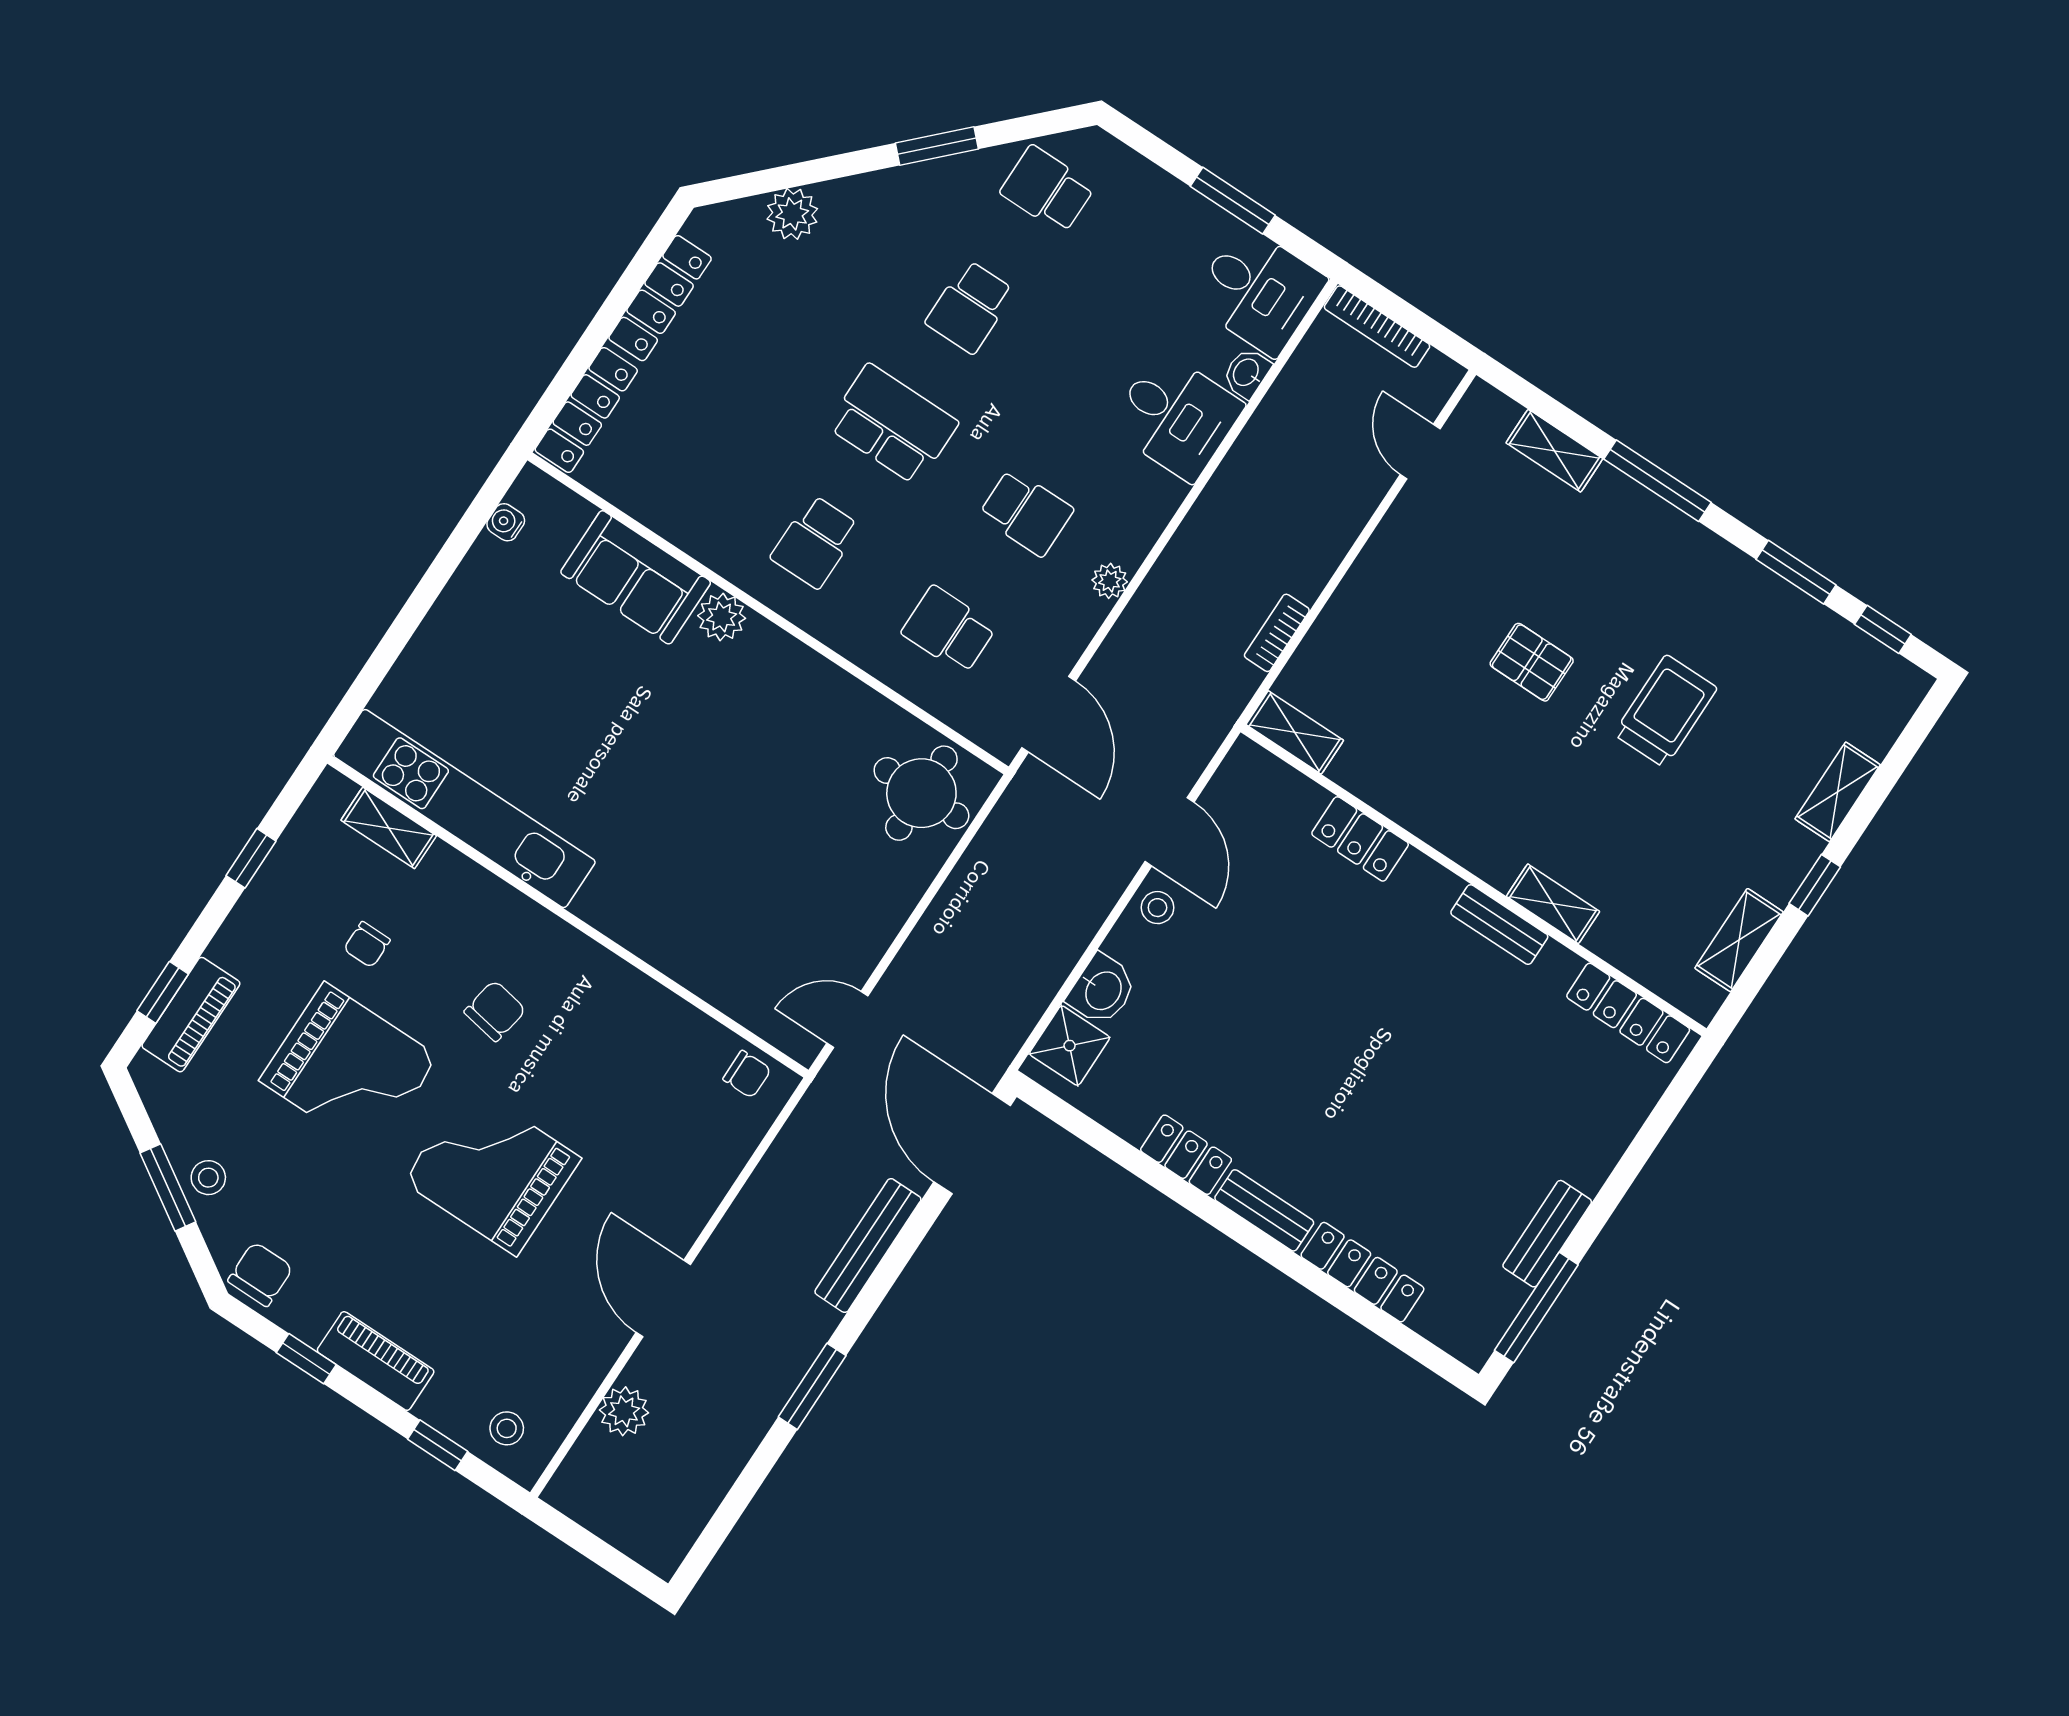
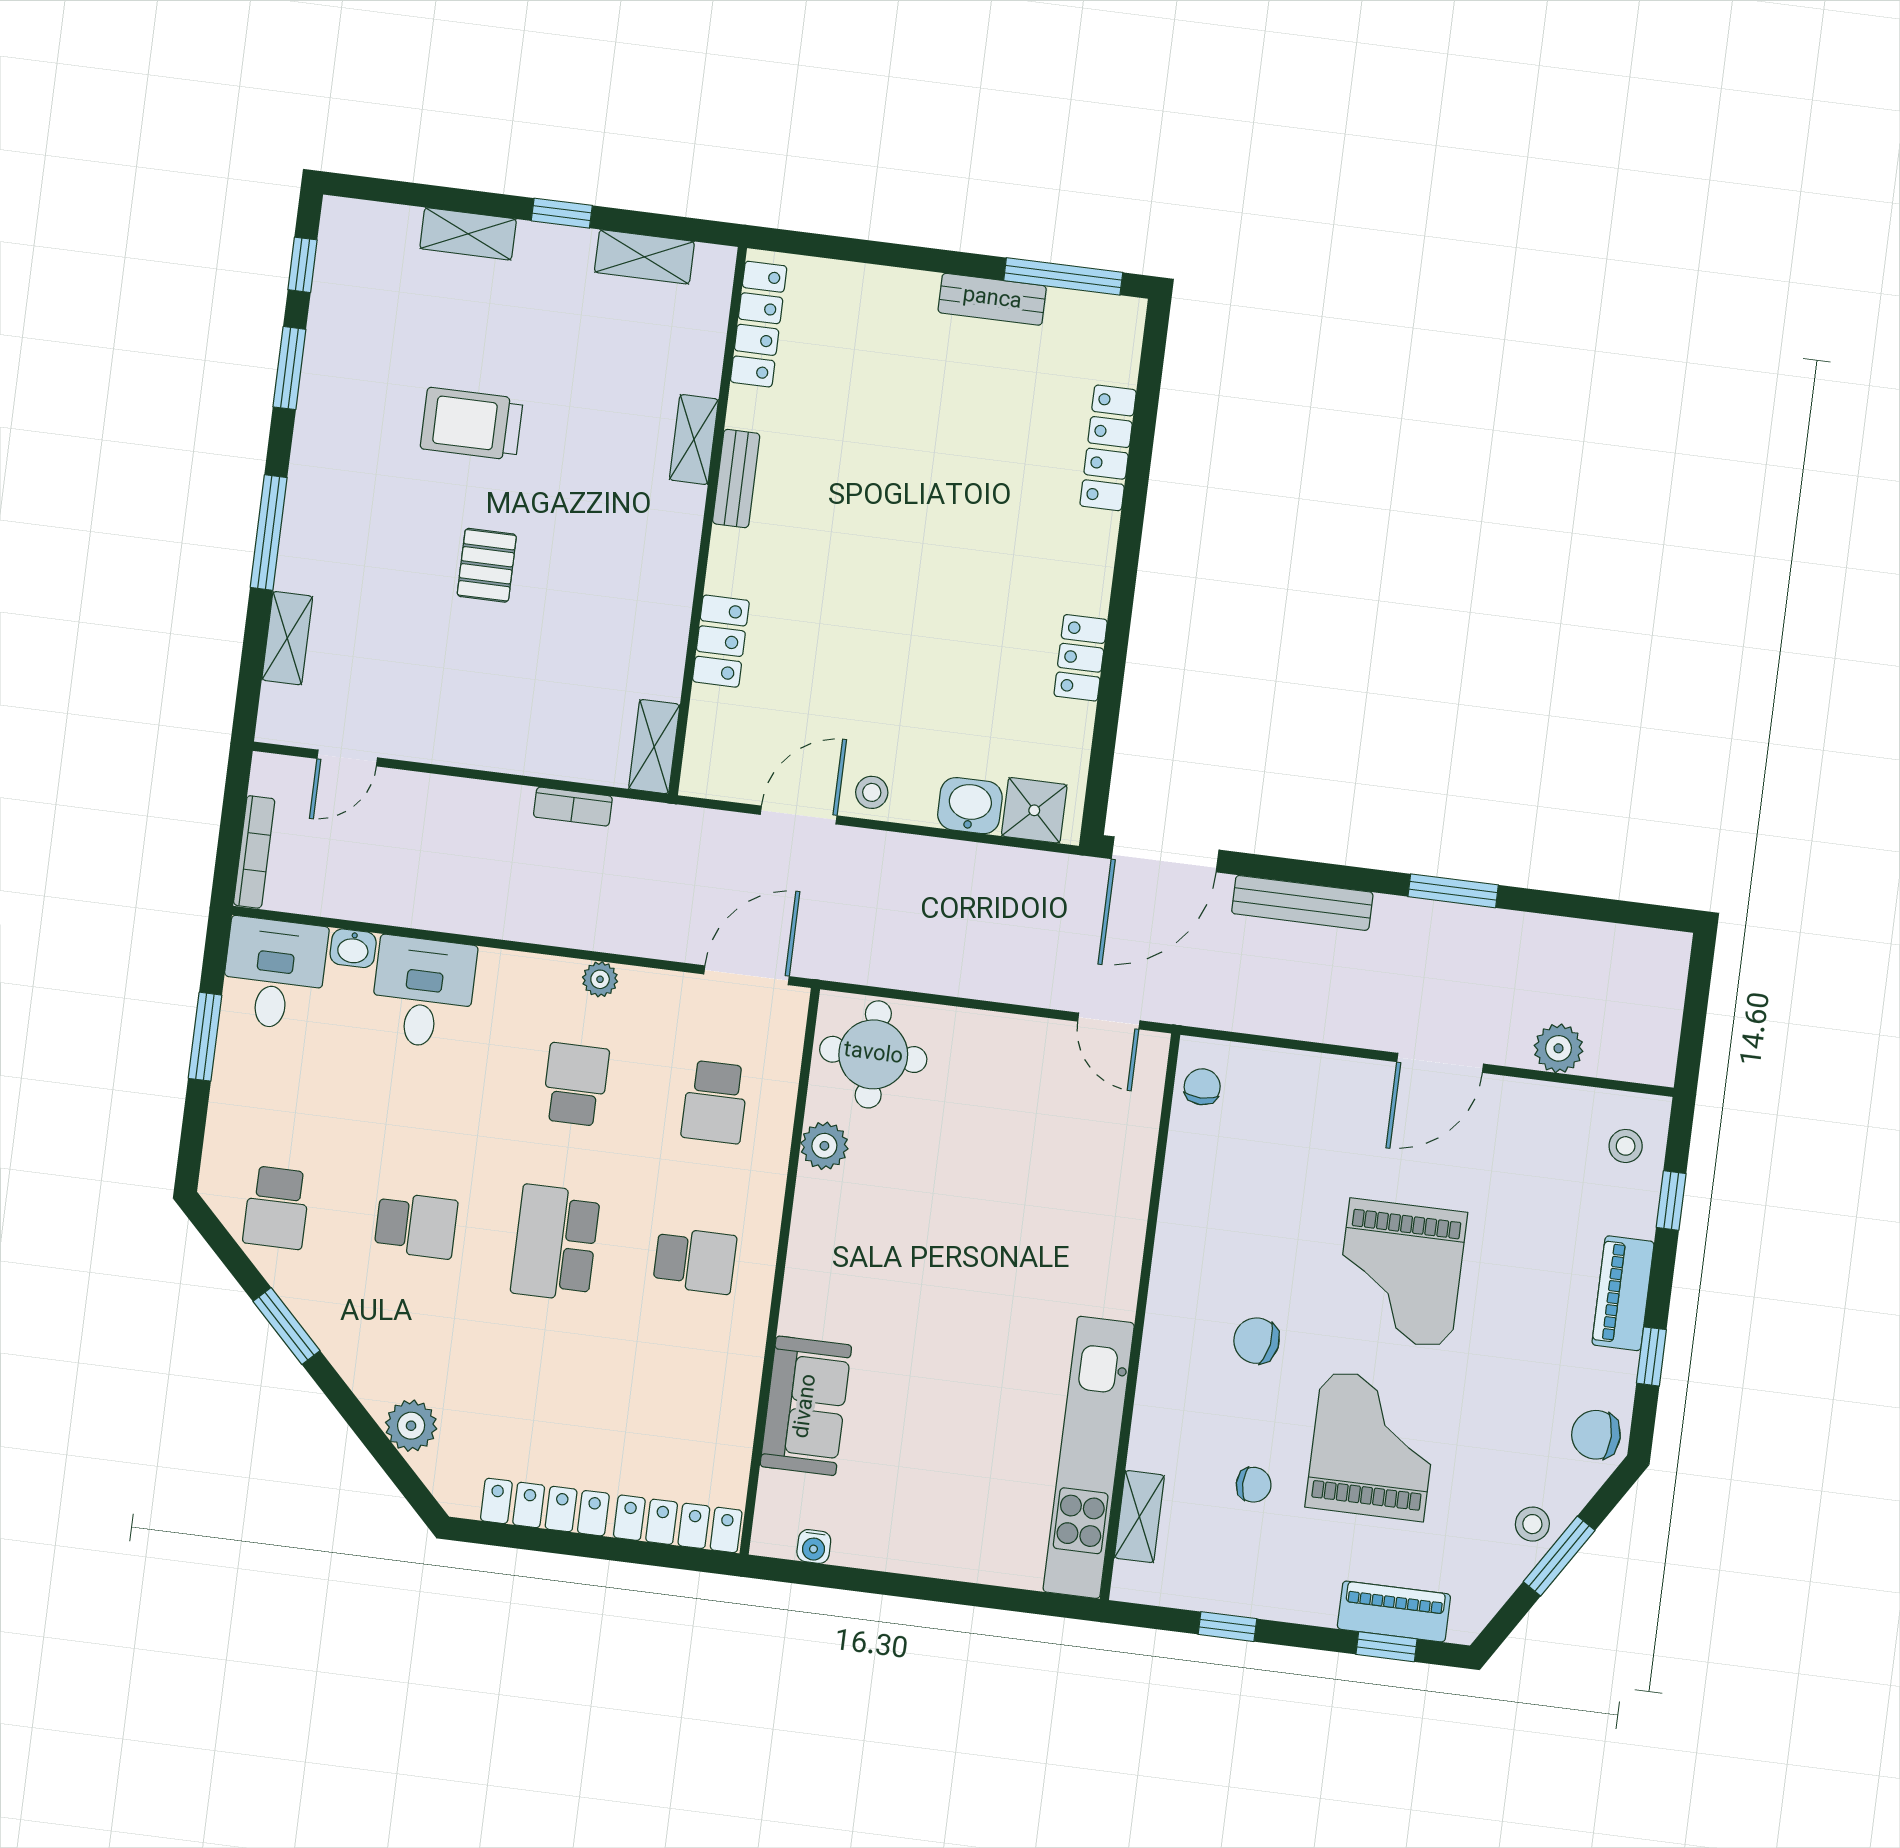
plant: (722, 617) -> (824, 1146), moved
bench: (1264, 1210) -> (1096, 563), removed

